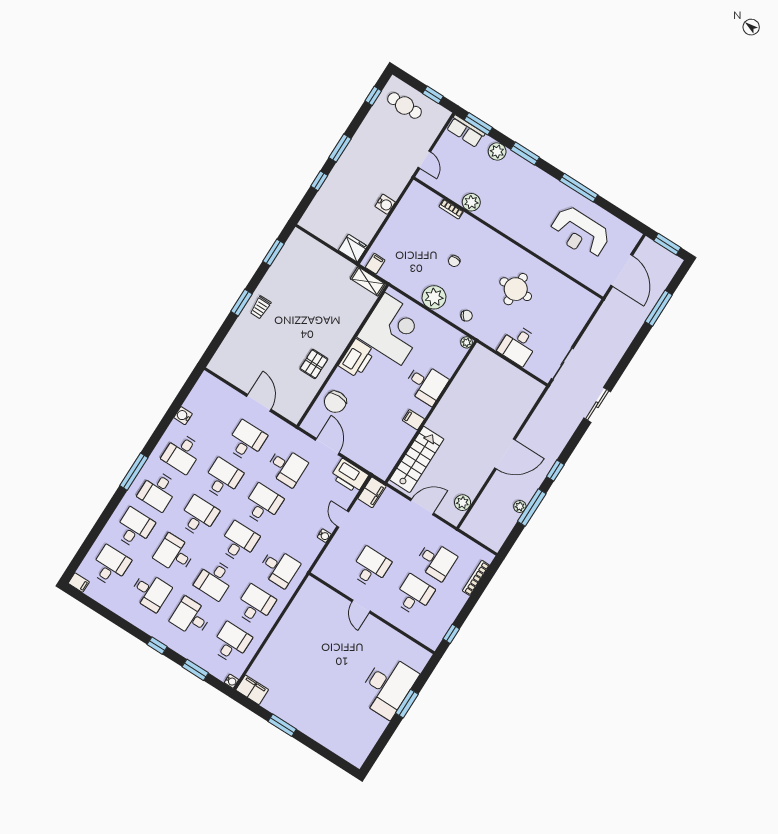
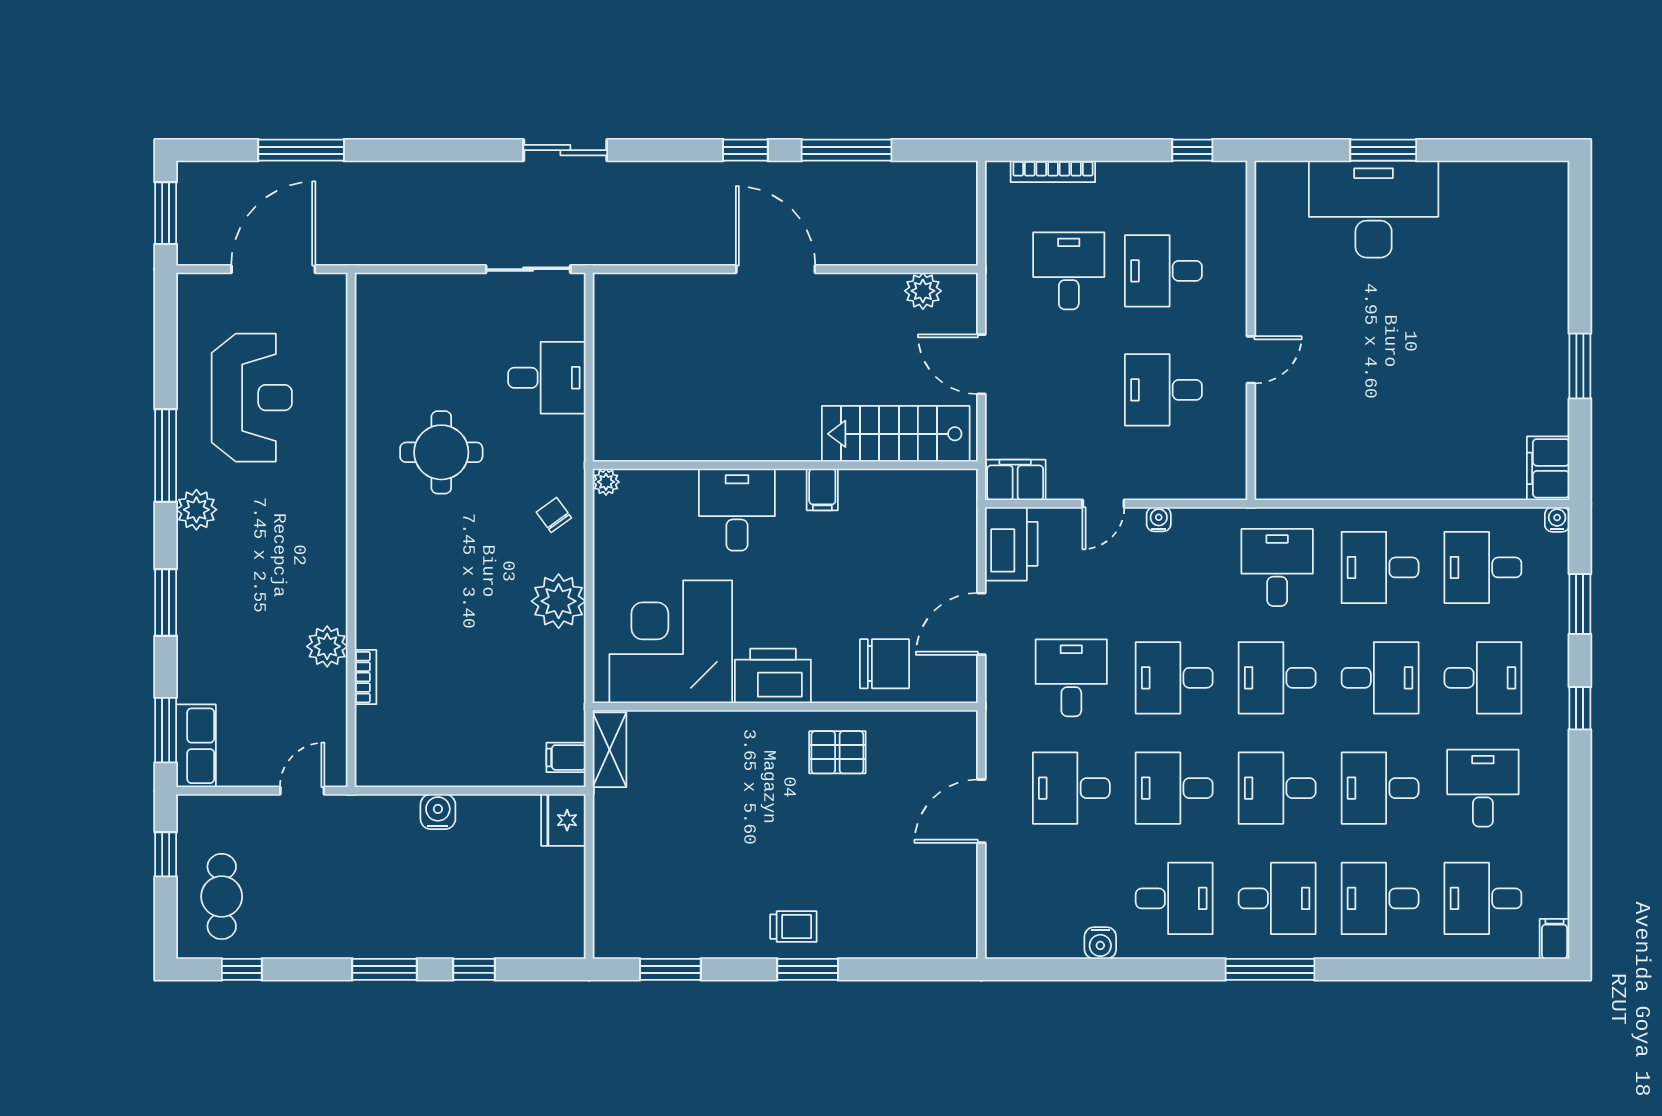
plant: (497, 152) -> (196, 510), moved
chair: (454, 261) -> (463, 607), removed
plant: (520, 506) -> (859, 175), removed
desk: (174, 554) -> (1380, 788), turned 90
desk: (191, 617) -> (1483, 678), turned -90

